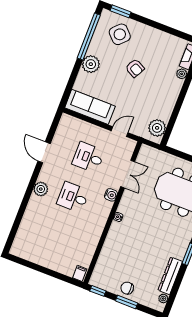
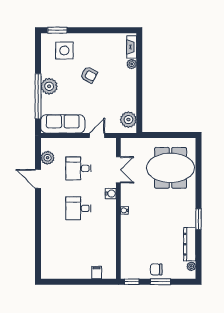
side table: (120, 34) -> (64, 50), turned 45
window: (89, 36) -> (38, 96), moved
plant: (41, 189) -> (48, 158), moved
filing cabinet: (80, 273) -> (97, 273), moved

